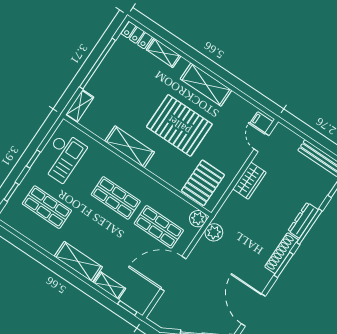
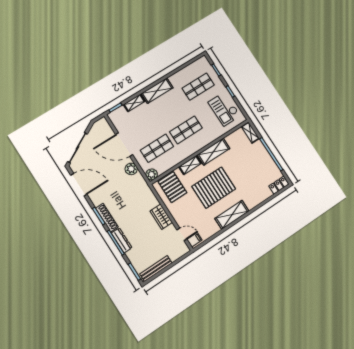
shelving: (163, 53) -> (190, 165), moved
plant: (214, 232) -> (131, 169), moved
door: (173, 274) -> (124, 145), swing flipped

